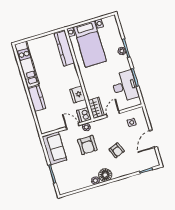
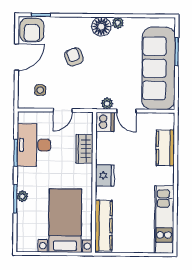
fridge: (78, 95) -> (105, 176), moved
kitchen counter: (37, 98) -> (165, 148), moved
wardrobe: (96, 108) -> (84, 149), moved
armchair: (87, 145) -> (32, 30), moved, turned 180
sofa: (54, 148) -> (159, 68), width x1.85, depth x1.27

